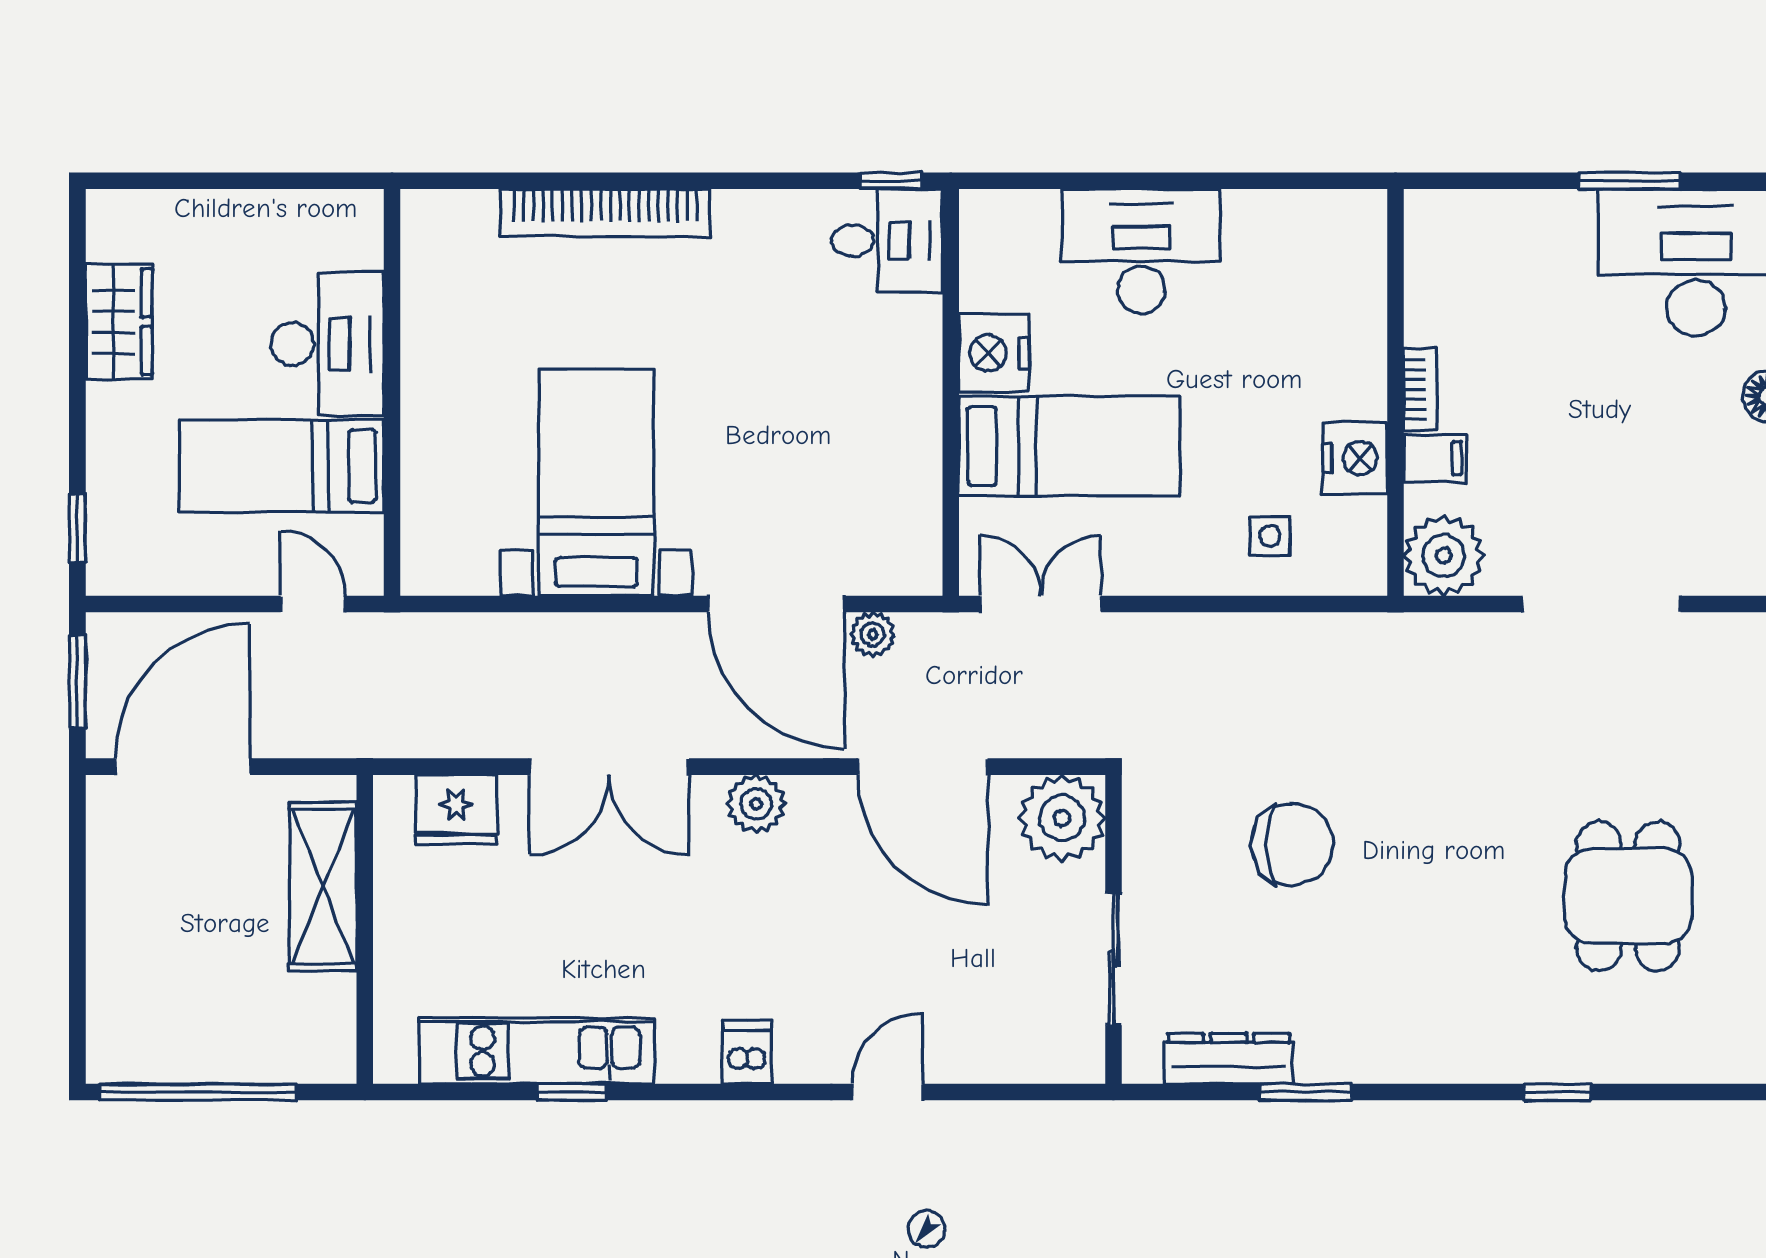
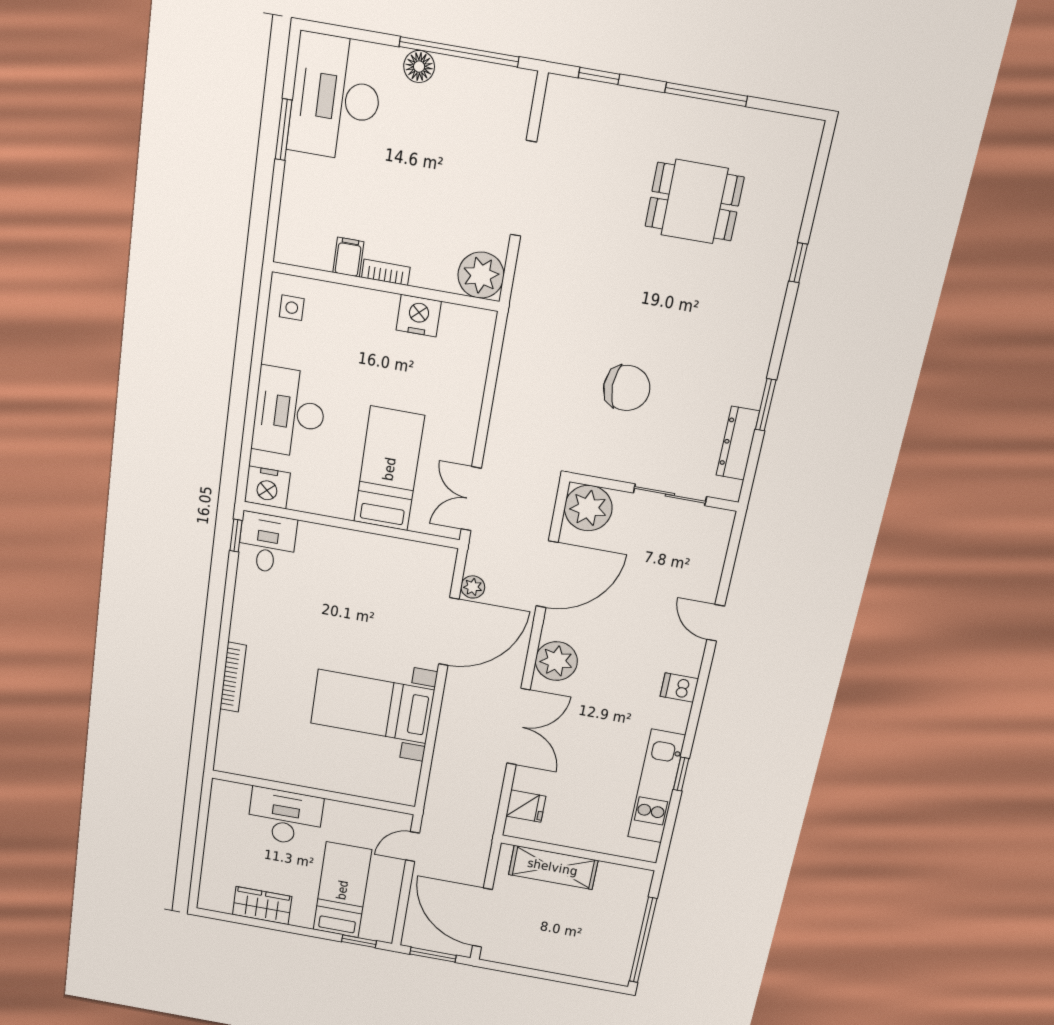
bookcase: (605, 213) -> (233, 677), width x0.68, depth x0.76
nightstand: (994, 353) -> (267, 487), moved
filing cabinet: (1435, 458) -> (348, 257), moved
bed: (282, 466) -> (342, 890), moved, turned 180
side table: (1270, 536) -> (292, 308), moved
plant: (756, 804) -> (556, 661), width x1.36, depth x1.36
fridge: (456, 810) -> (526, 806), width x0.72
chair: (1292, 844) -> (627, 388), turned 91

